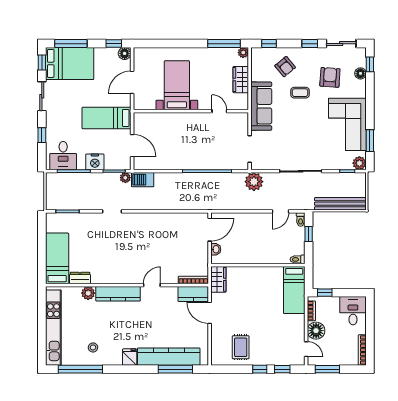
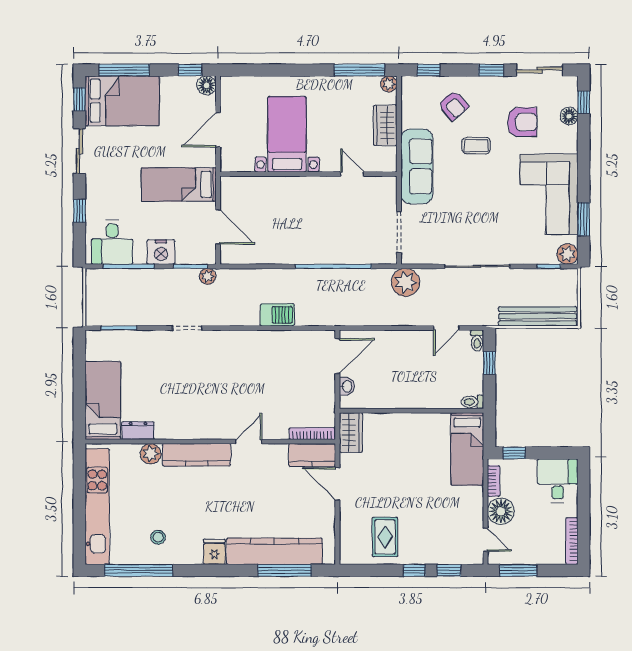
armchair: (330, 77) -> (522, 122), turned 86
barbecue: (143, 180) -> (277, 315), moved, turned 180

